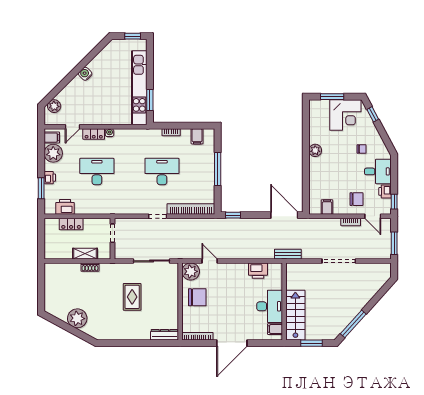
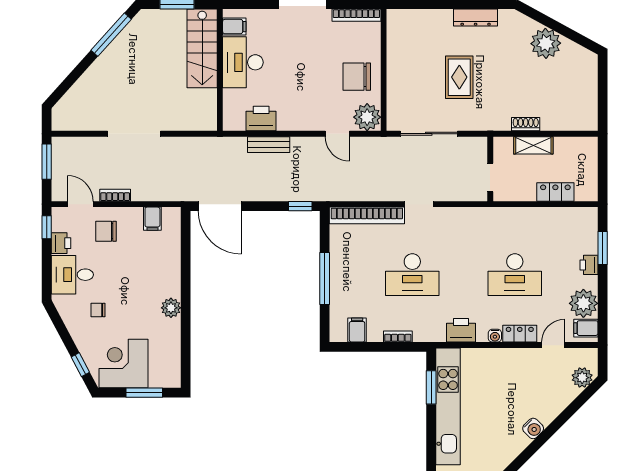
printer: (65, 207) -> (461, 330), moved, turned 180
bench: (288, 254) -> (269, 145), moved
dresser: (164, 335) -> (476, 18), moved

